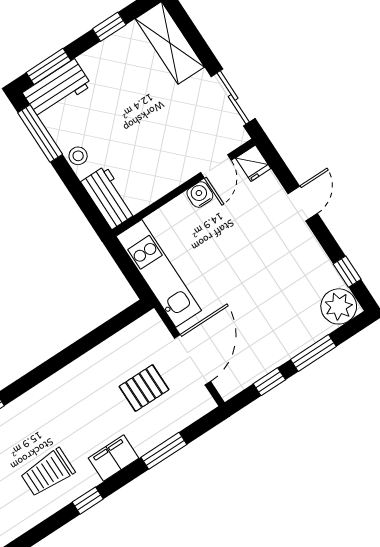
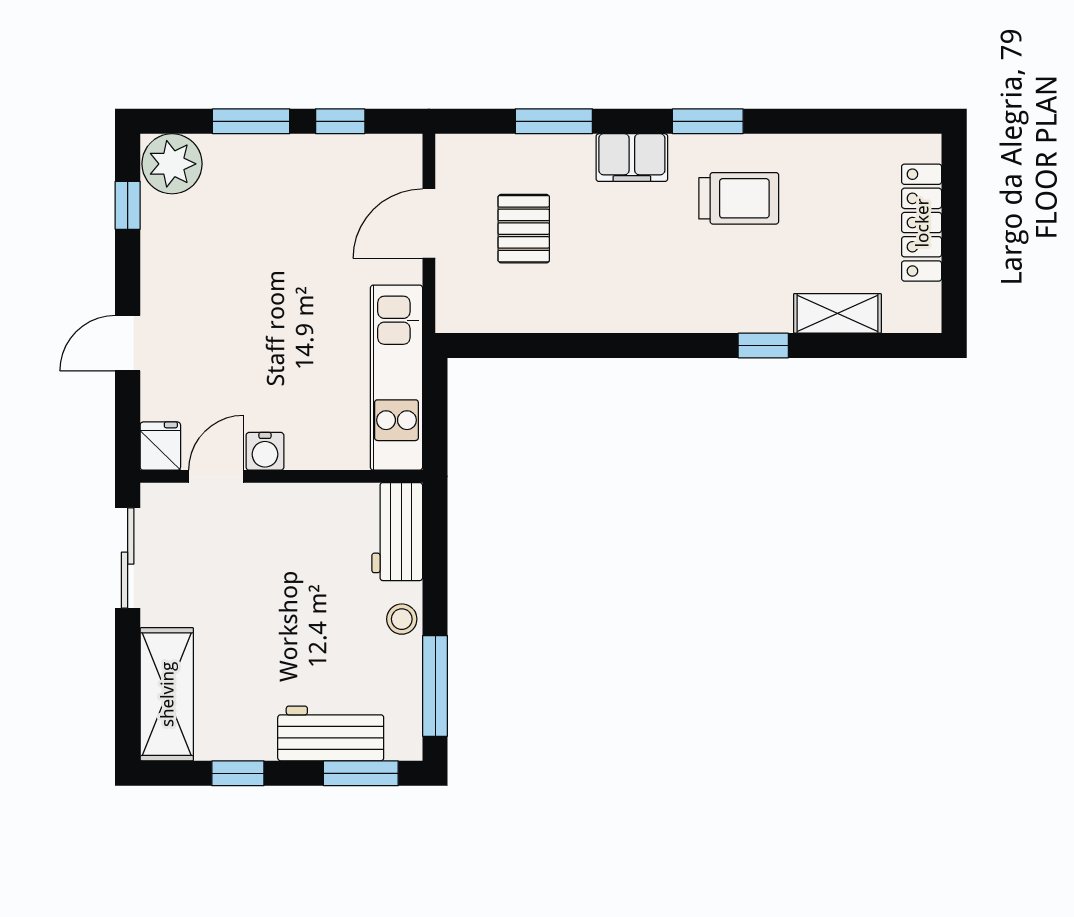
workbench: (57, 89) -> (331, 733), moved
door: (193, 360) -> (429, 224), width x0.73
pallet: (144, 388) -> (524, 229), turned 90
window: (88, 501) -> (708, 121), width x1.50

